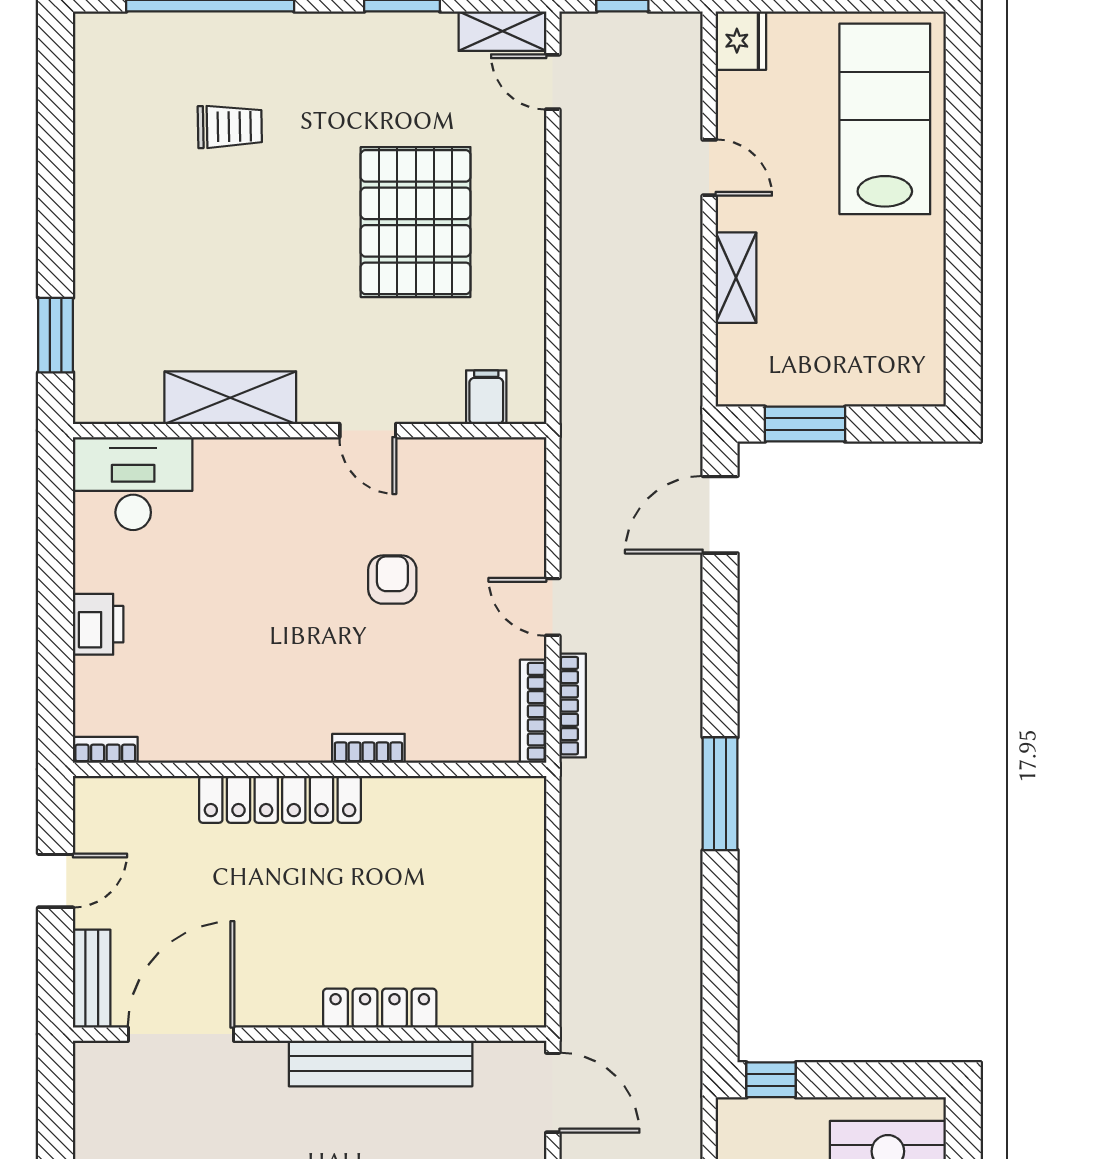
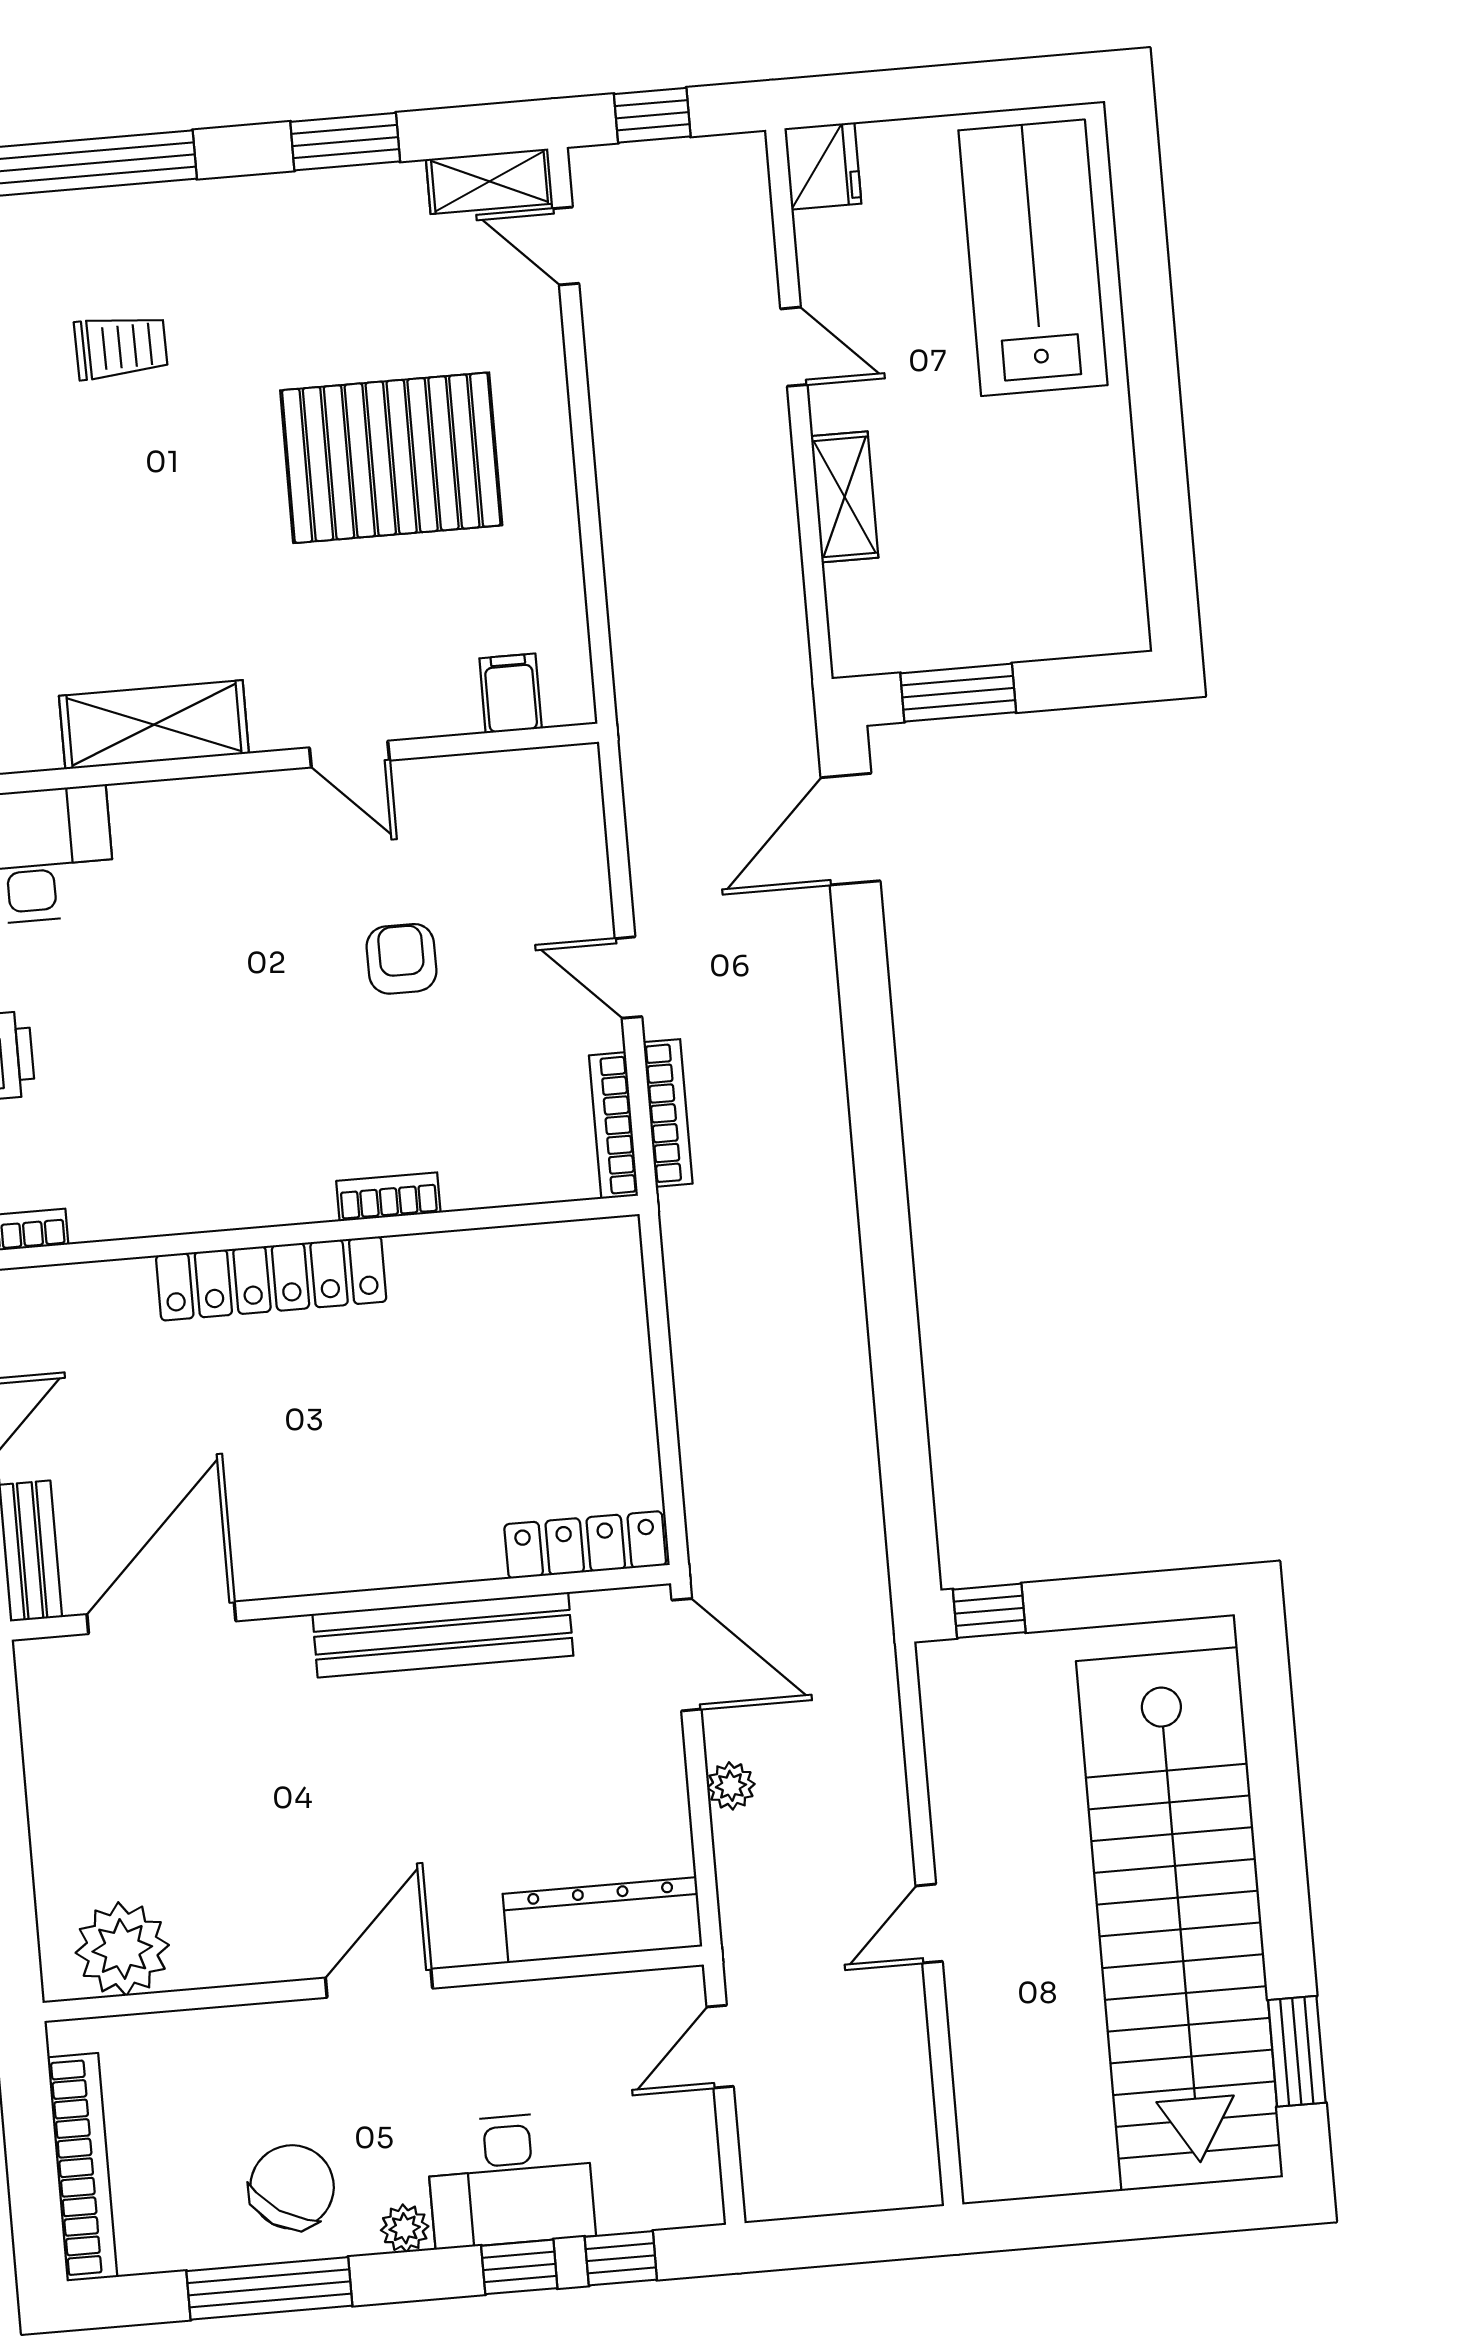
pallet: (416, 222) -> (391, 458), turned 90
window: (720, 794) -> (884, 1218), removed
locker: (380, 1008) -> (585, 1545), moved

